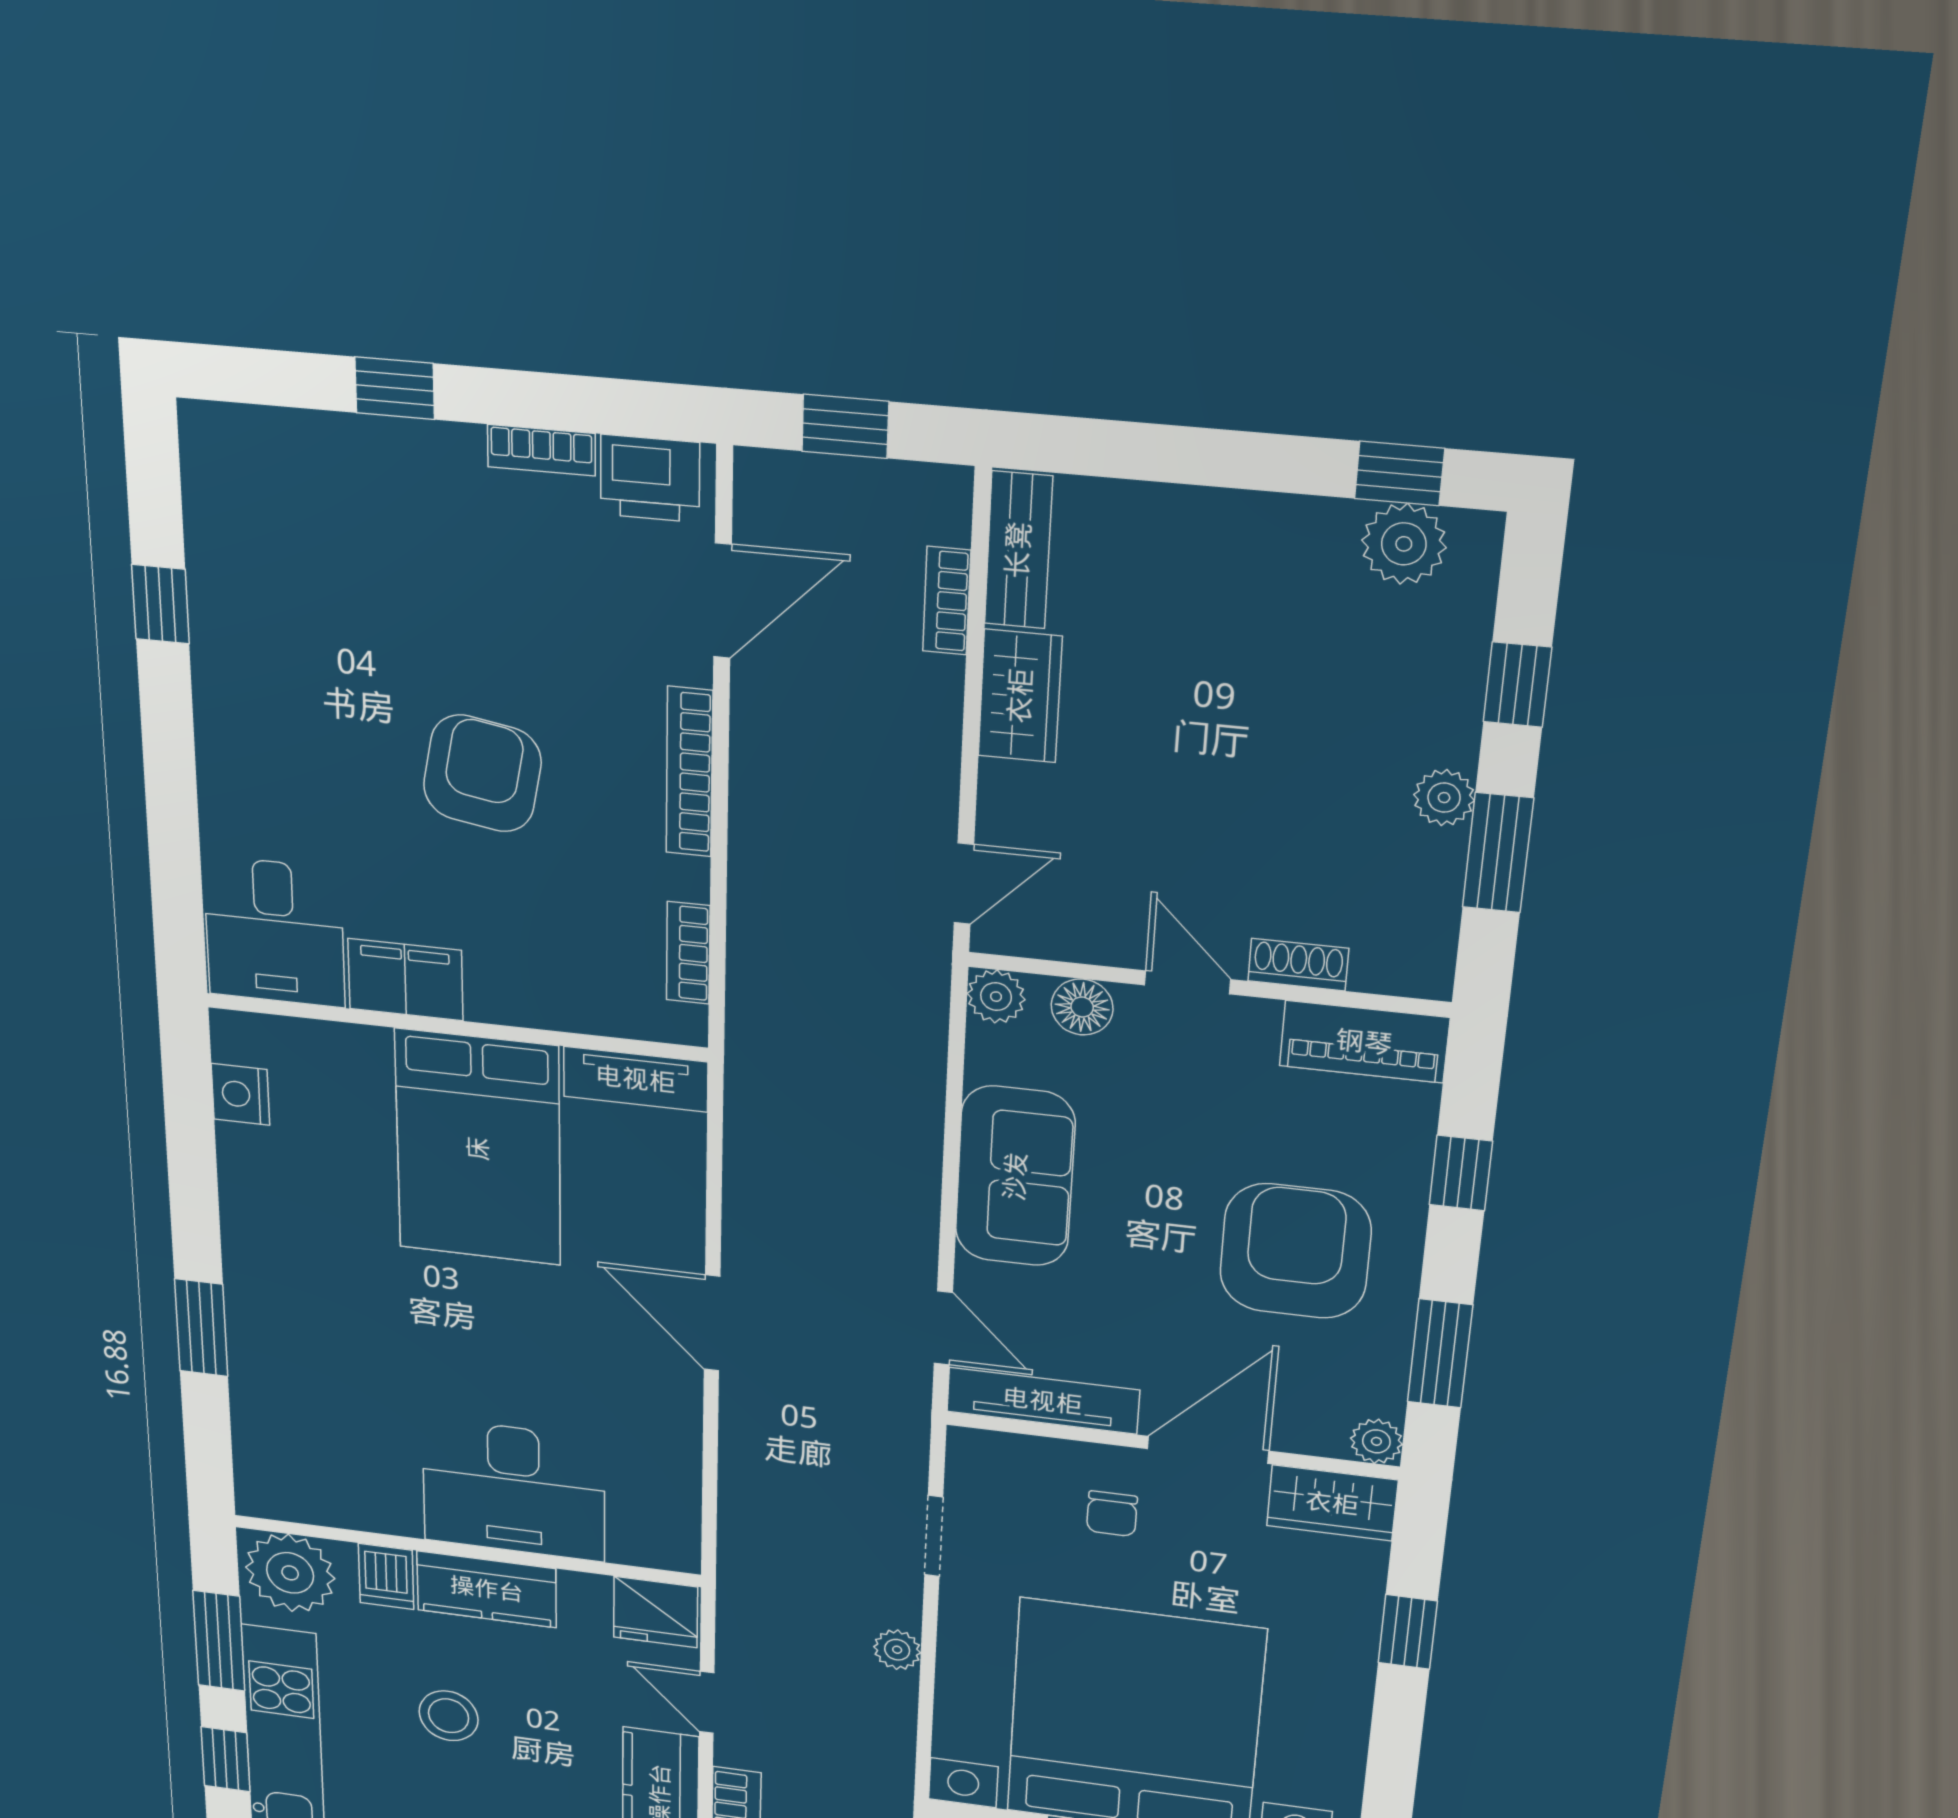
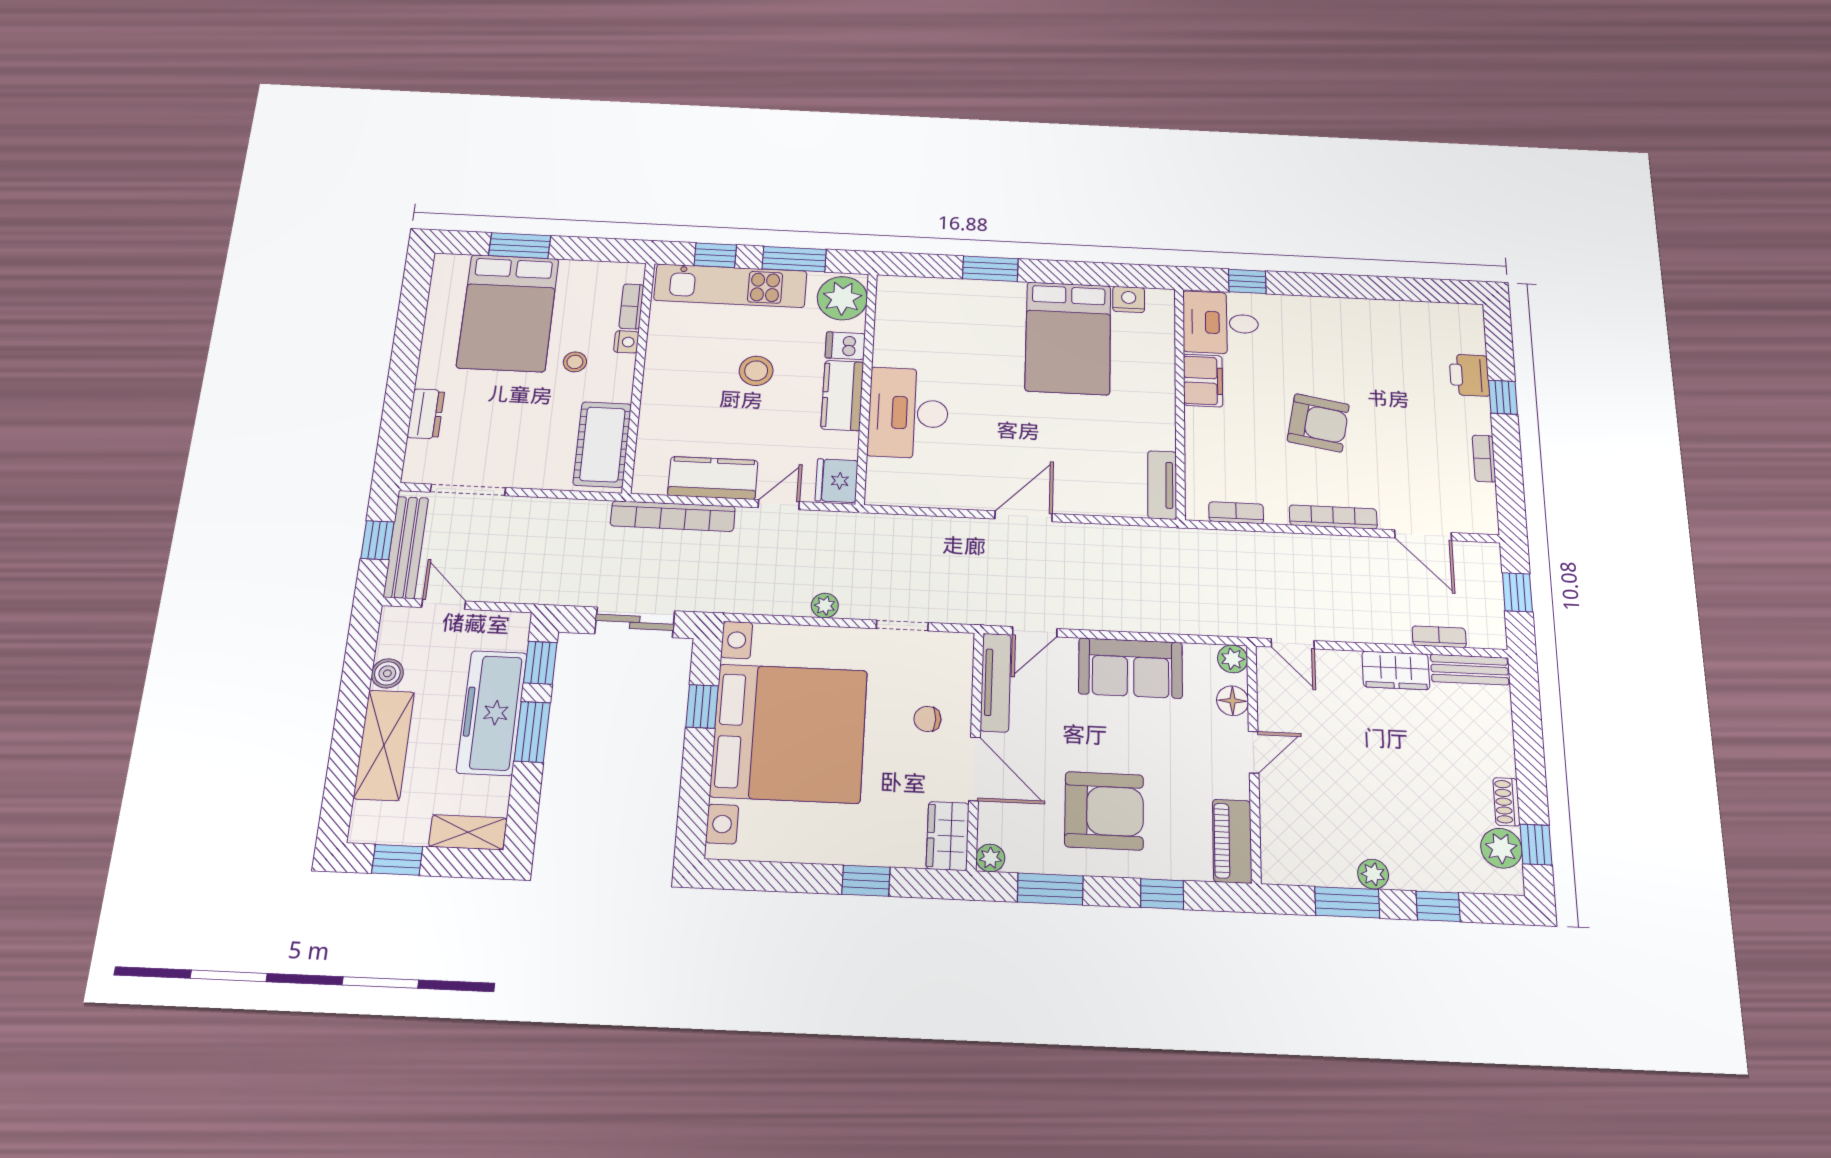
printer: (650, 479) -> (1469, 375), moved
window: (160, 604) -> (1247, 281), moved
shoe rack: (1298, 965) -> (1507, 802), moved, turned 180
bed: (478, 1148) -> (1068, 338), moved, turned -90

